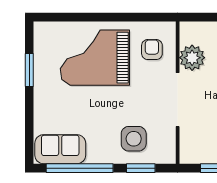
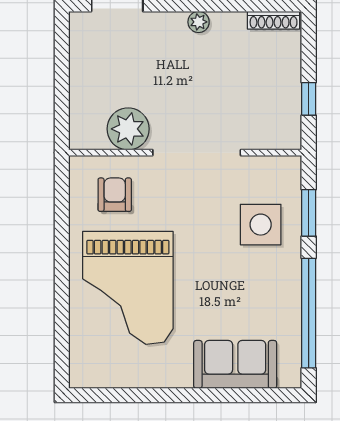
armchair: (152, 50) -> (115, 195), turned 90
window: (29, 70) -> (148, 395), removed
sofa: (60, 149) -> (235, 364), moved, turned 90

